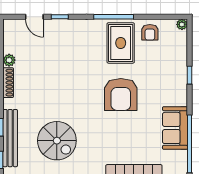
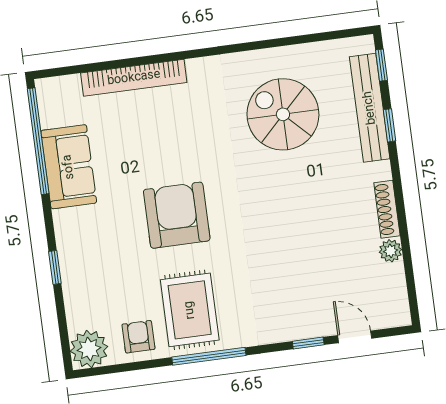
plant: (182, 24) -> (89, 349), width x1.88, depth x1.88

